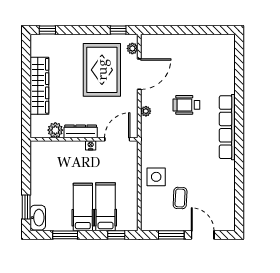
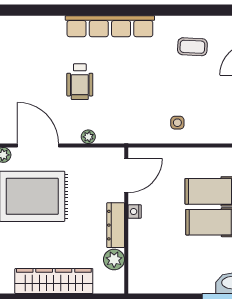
door: (117, 139) -> (126, 175), swing flipped
side table: (156, 177) -> (177, 123), width x0.54, depth x0.54
coffee table: (180, 198) -> (192, 47), moved

